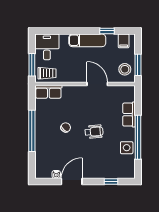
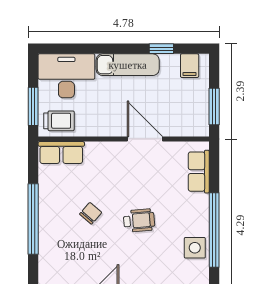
desk: (47, 47) -> (66, 76), width x1.37
stool: (125, 69) -> (192, 114), removed
row of seats: (129, 115) -> (199, 172), moved

